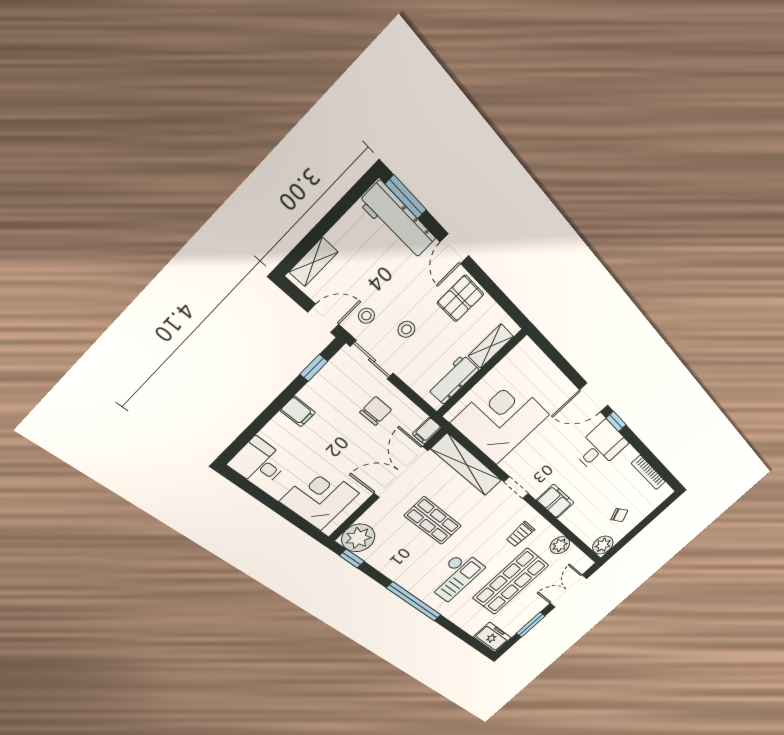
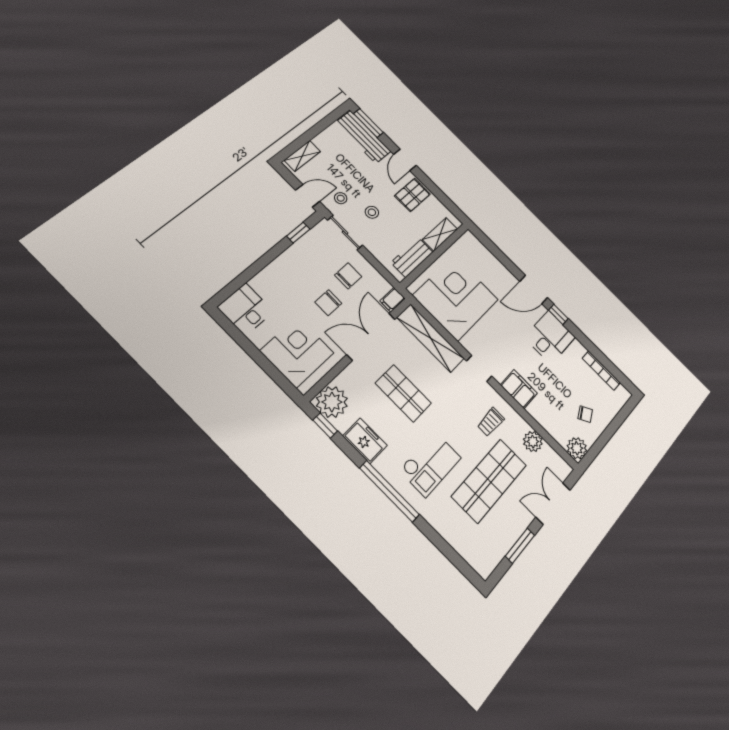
filing cabinet: (298, 411) -> (283, 267), removed
chair: (353, 443) -> (328, 303), added
freezer: (492, 637) -> (365, 441), moved

